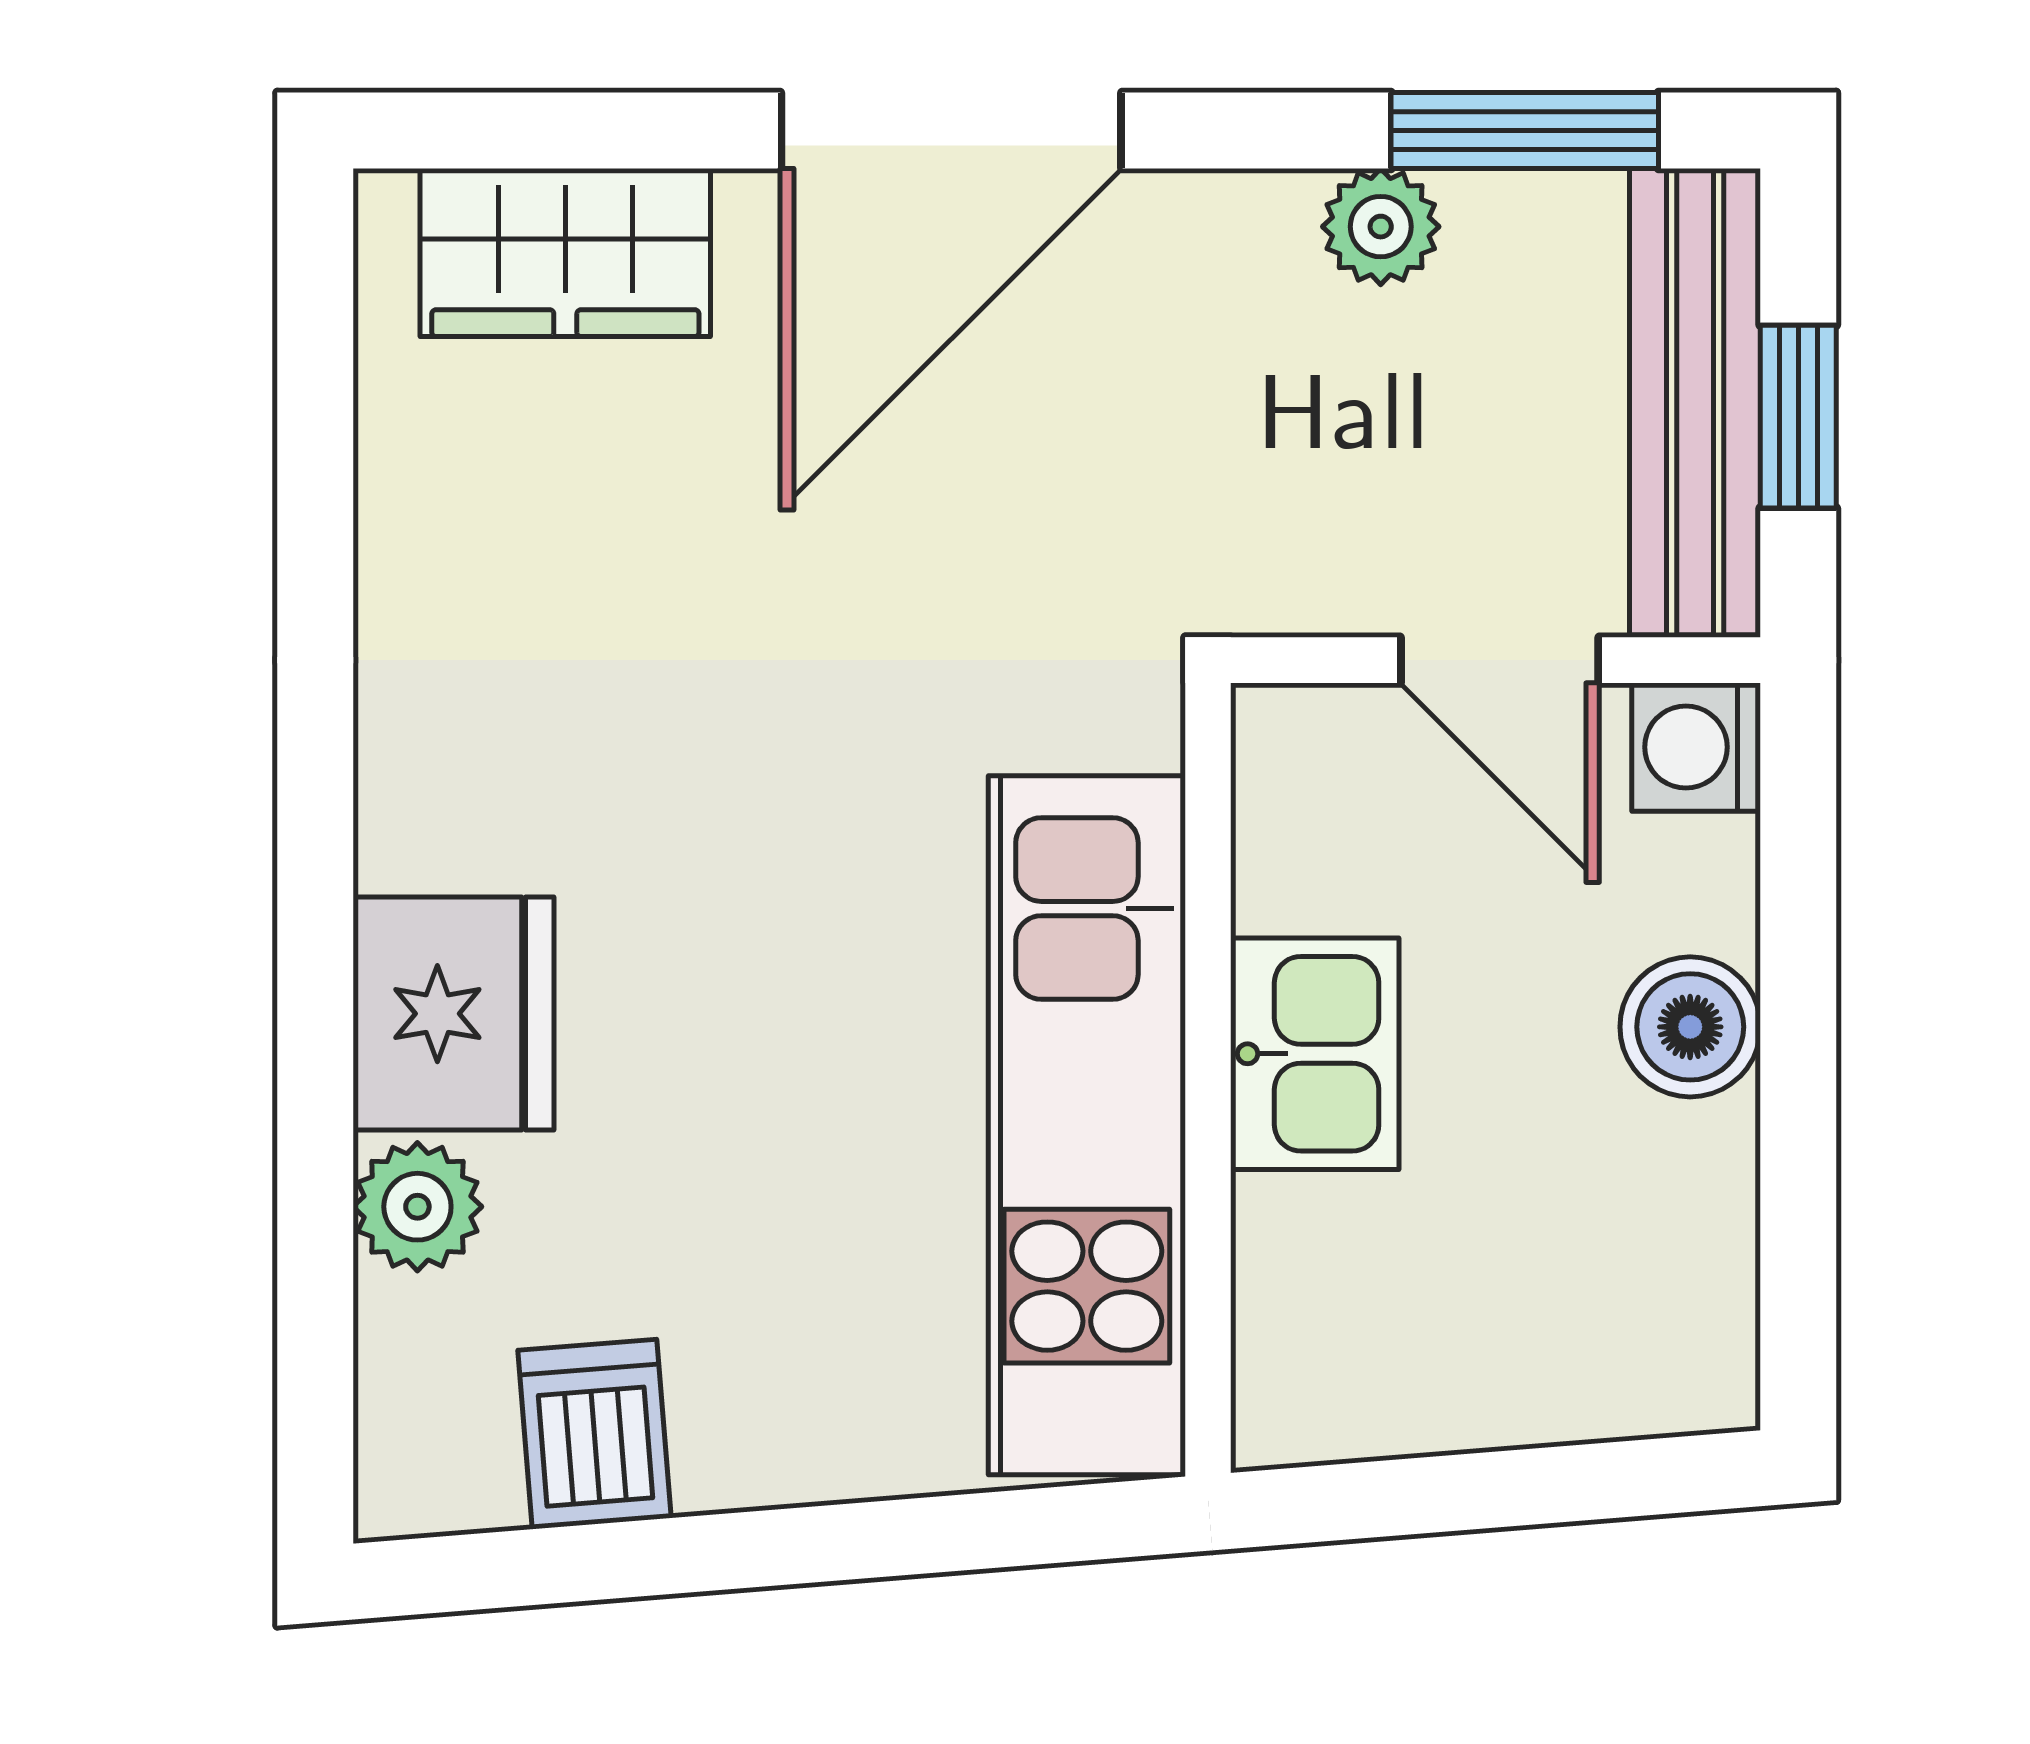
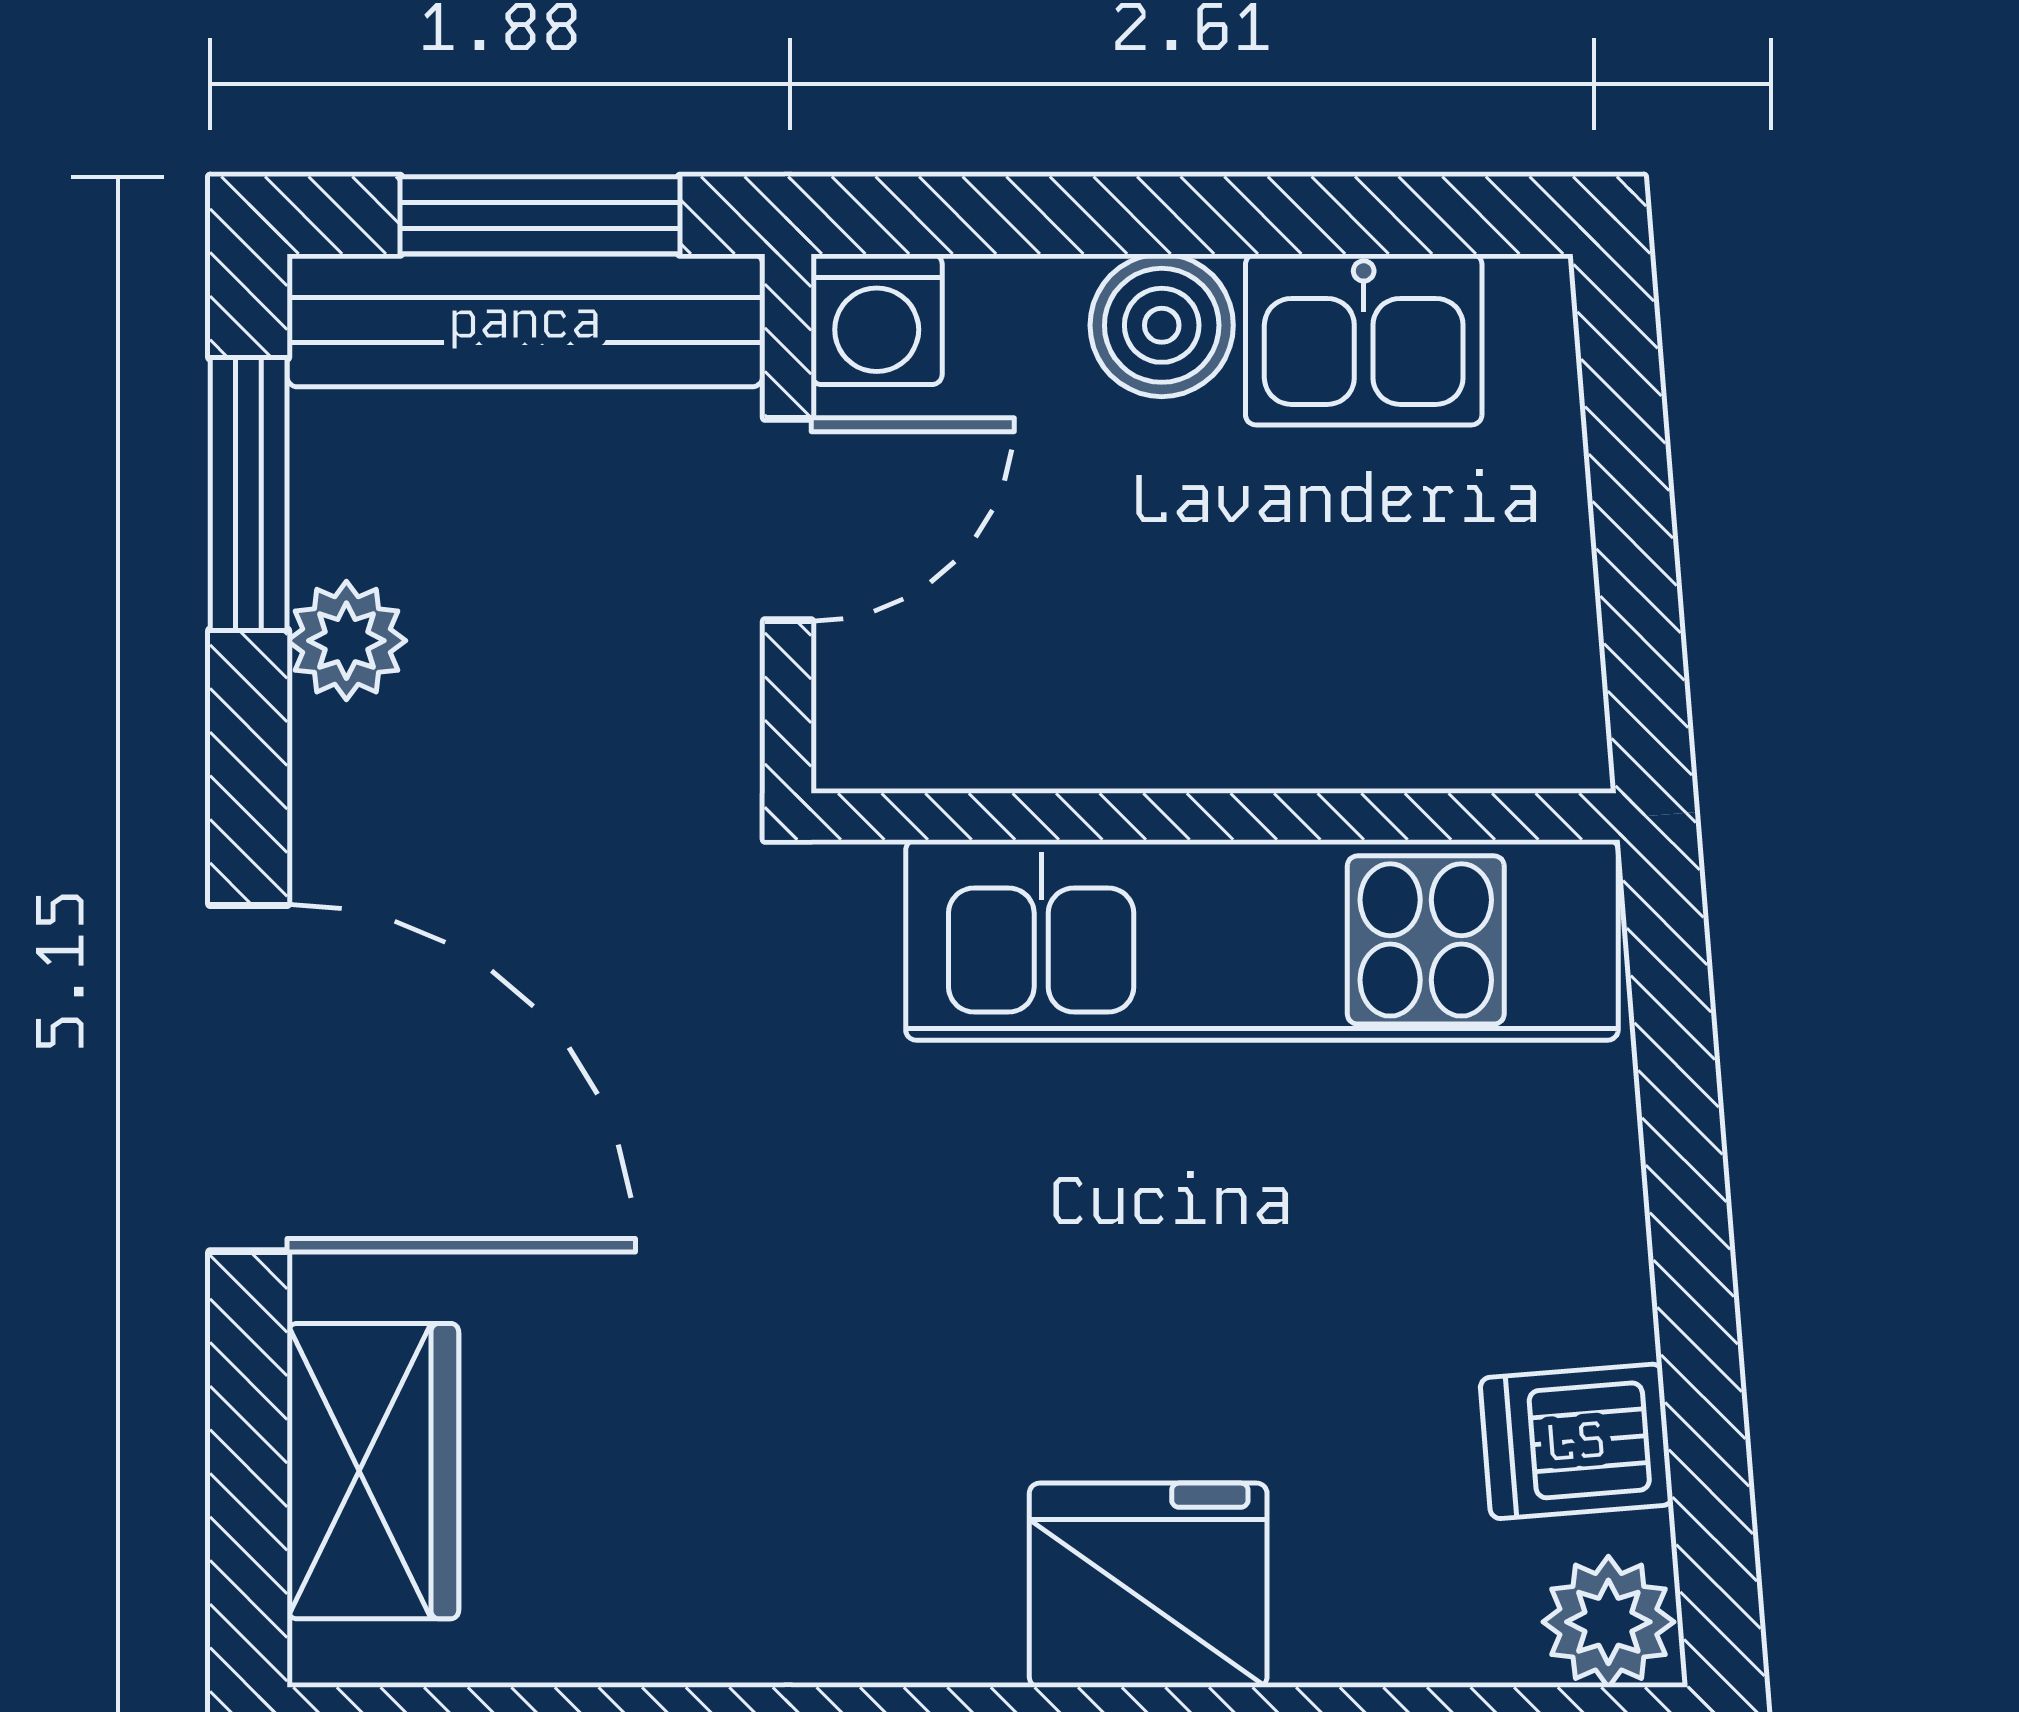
window: (1798, 417) -> (540, 215), width x1.50
kitchen sink: (1315, 1054) -> (1364, 339), moved, turned 180
plant: (417, 1207) -> (1608, 1622), moved

